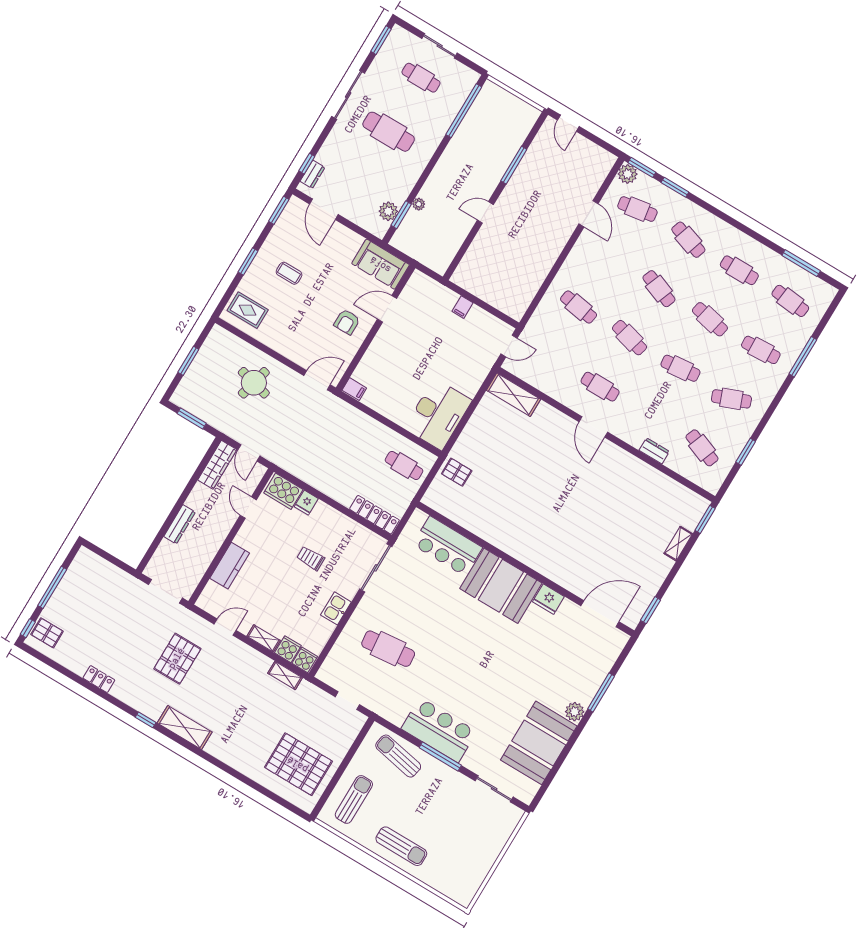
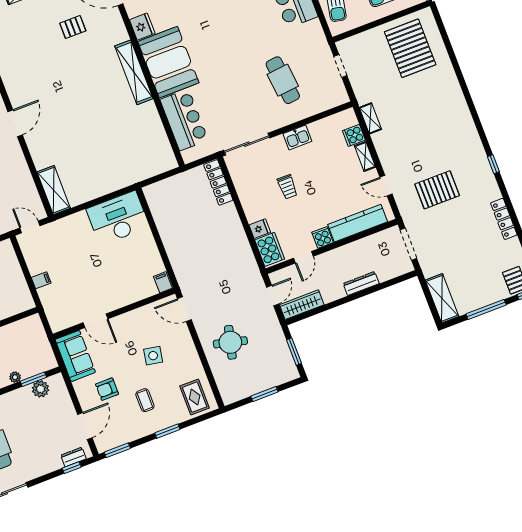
side table: (312, 318) -> (153, 356), added
armchair: (347, 322) -> (107, 389), moved, turned 180
cafe table: (404, 465) -> (170, 201), removed
pallet: (457, 472) -> (73, 27), moved, turned 90
shelving: (524, 553) -> (134, 72), added
kitchen counter: (230, 566) -> (358, 223), width x1.50
cooker: (305, 660) -> (322, 237), moved, turned 90
locker: (99, 679) -> (504, 219), width x1.53
shelving: (185, 727) -> (442, 298), moved

